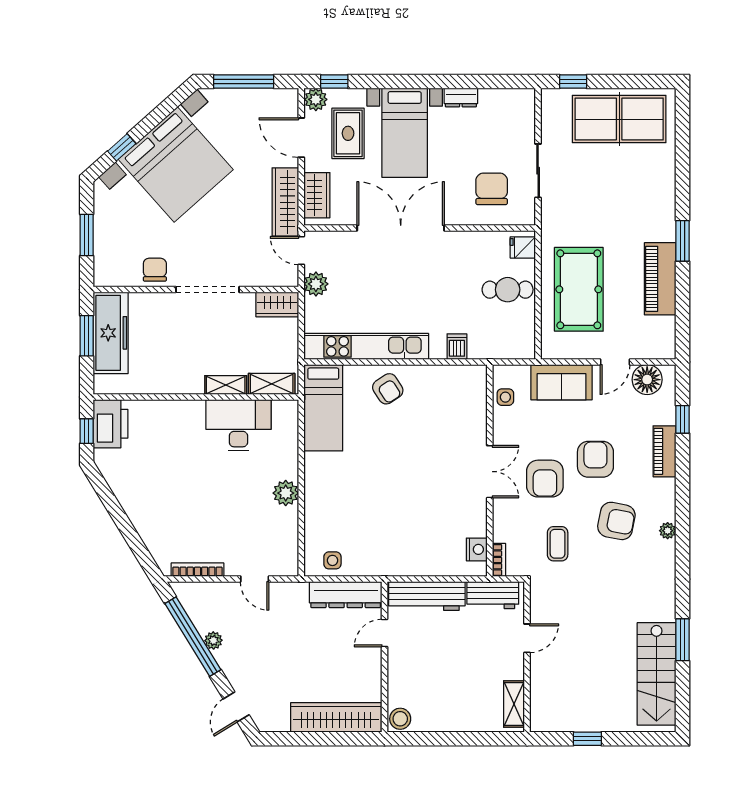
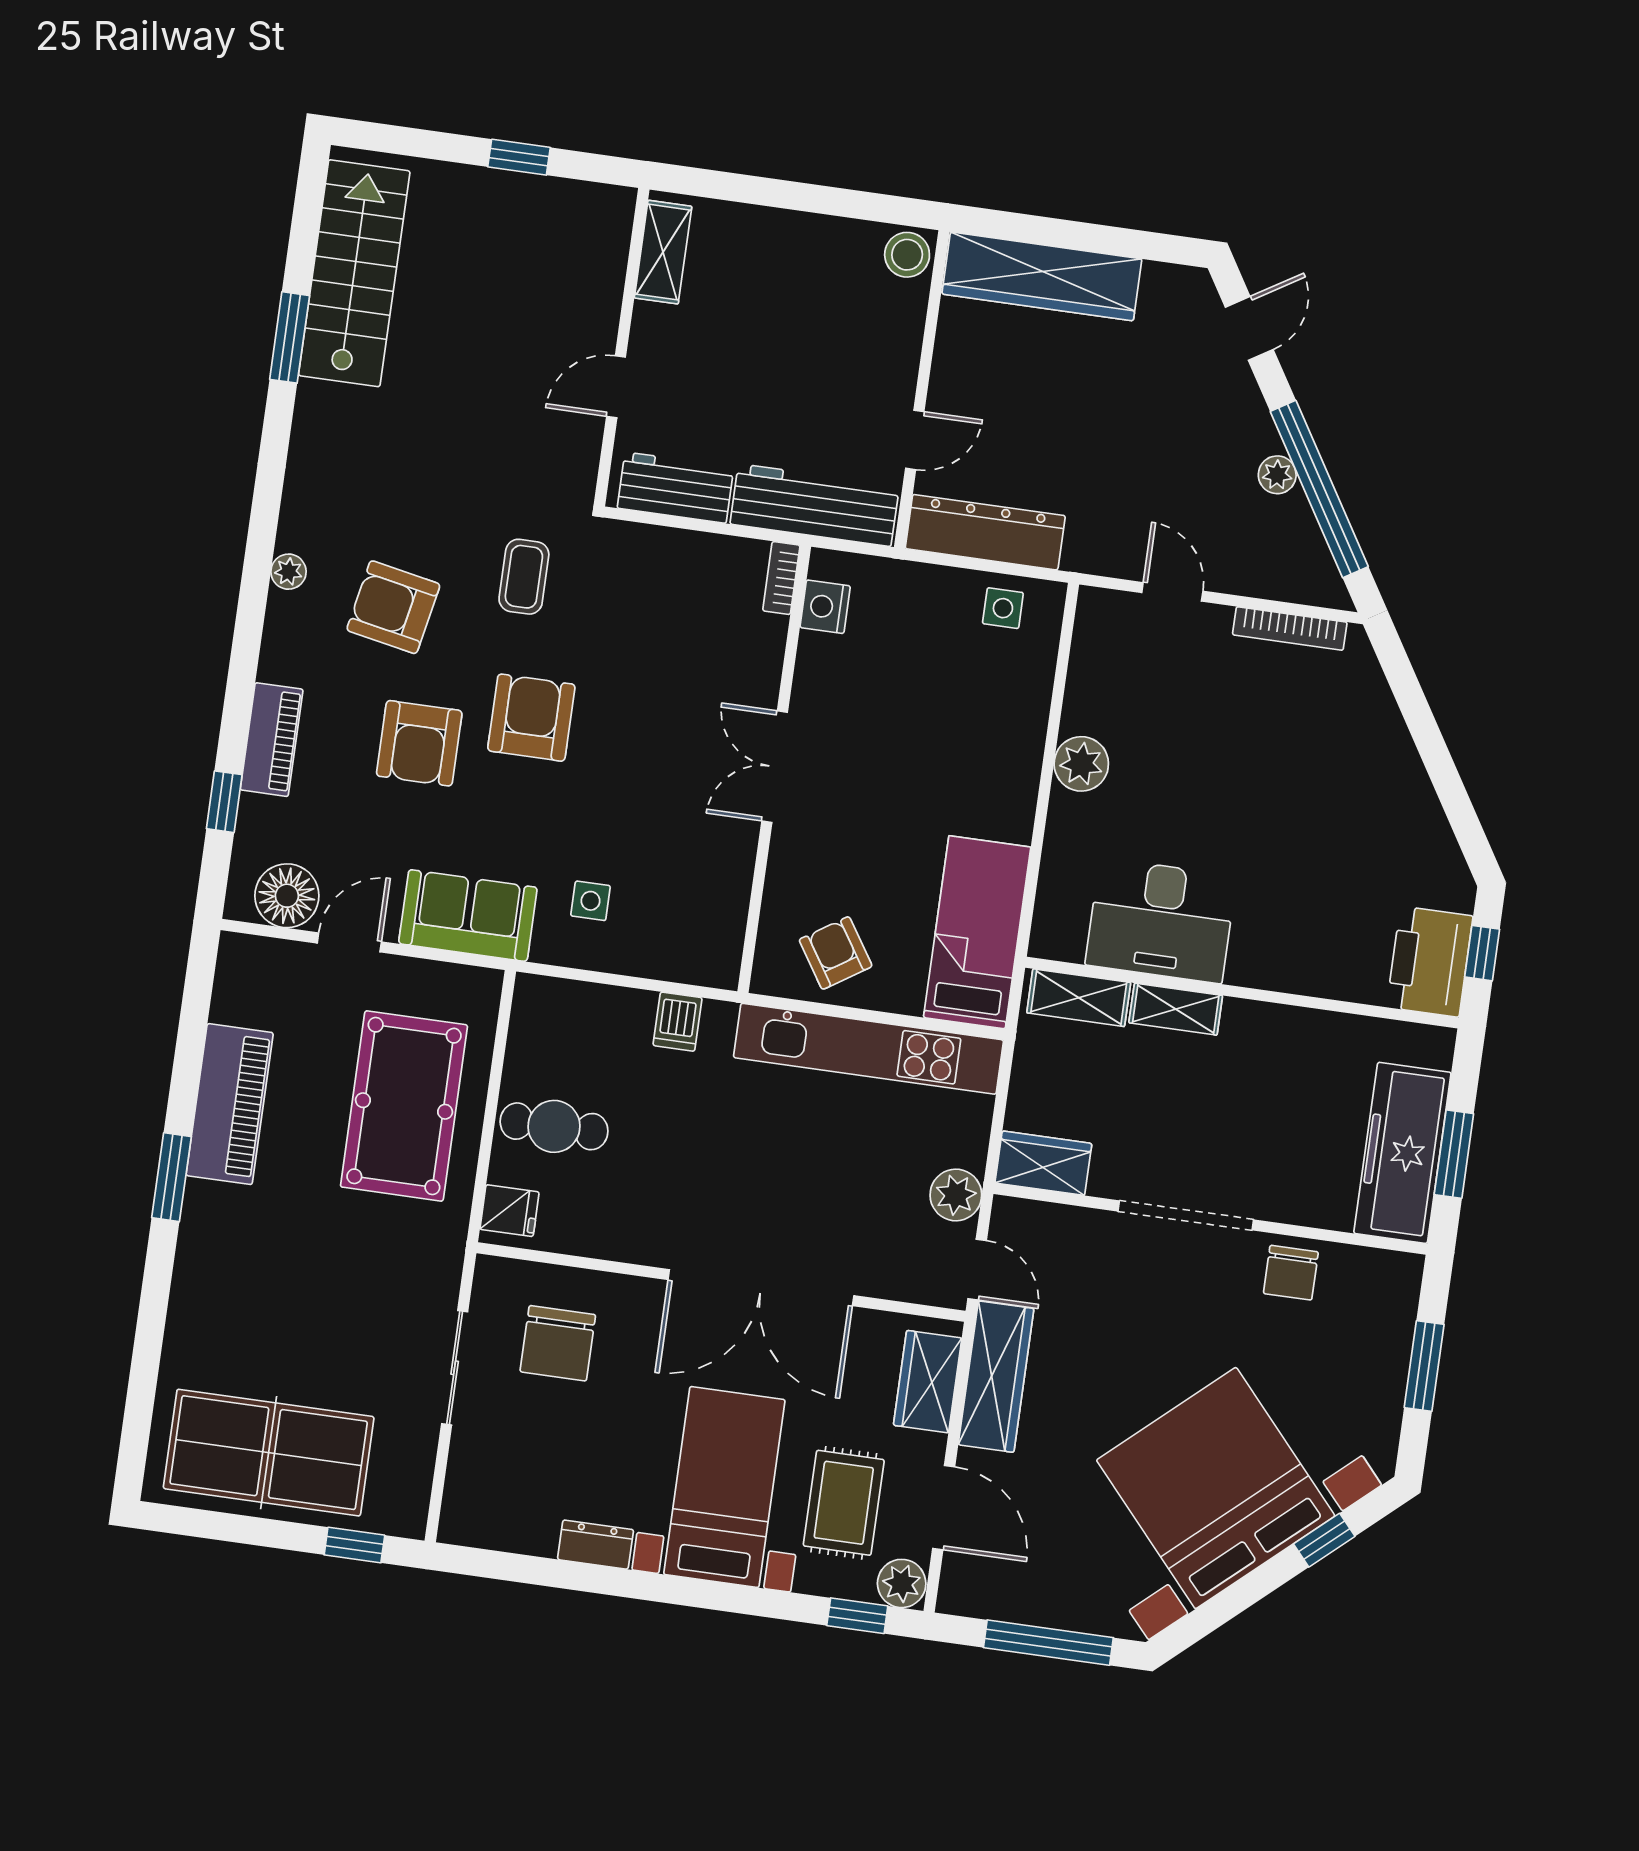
wall: (490, 470) -> (774, 769), moved
double door: (490, 472) -> (775, 767), moved
nightstand: (477, 549) -> (825, 607), moved
bookcase: (499, 560) -> (781, 578), moved

